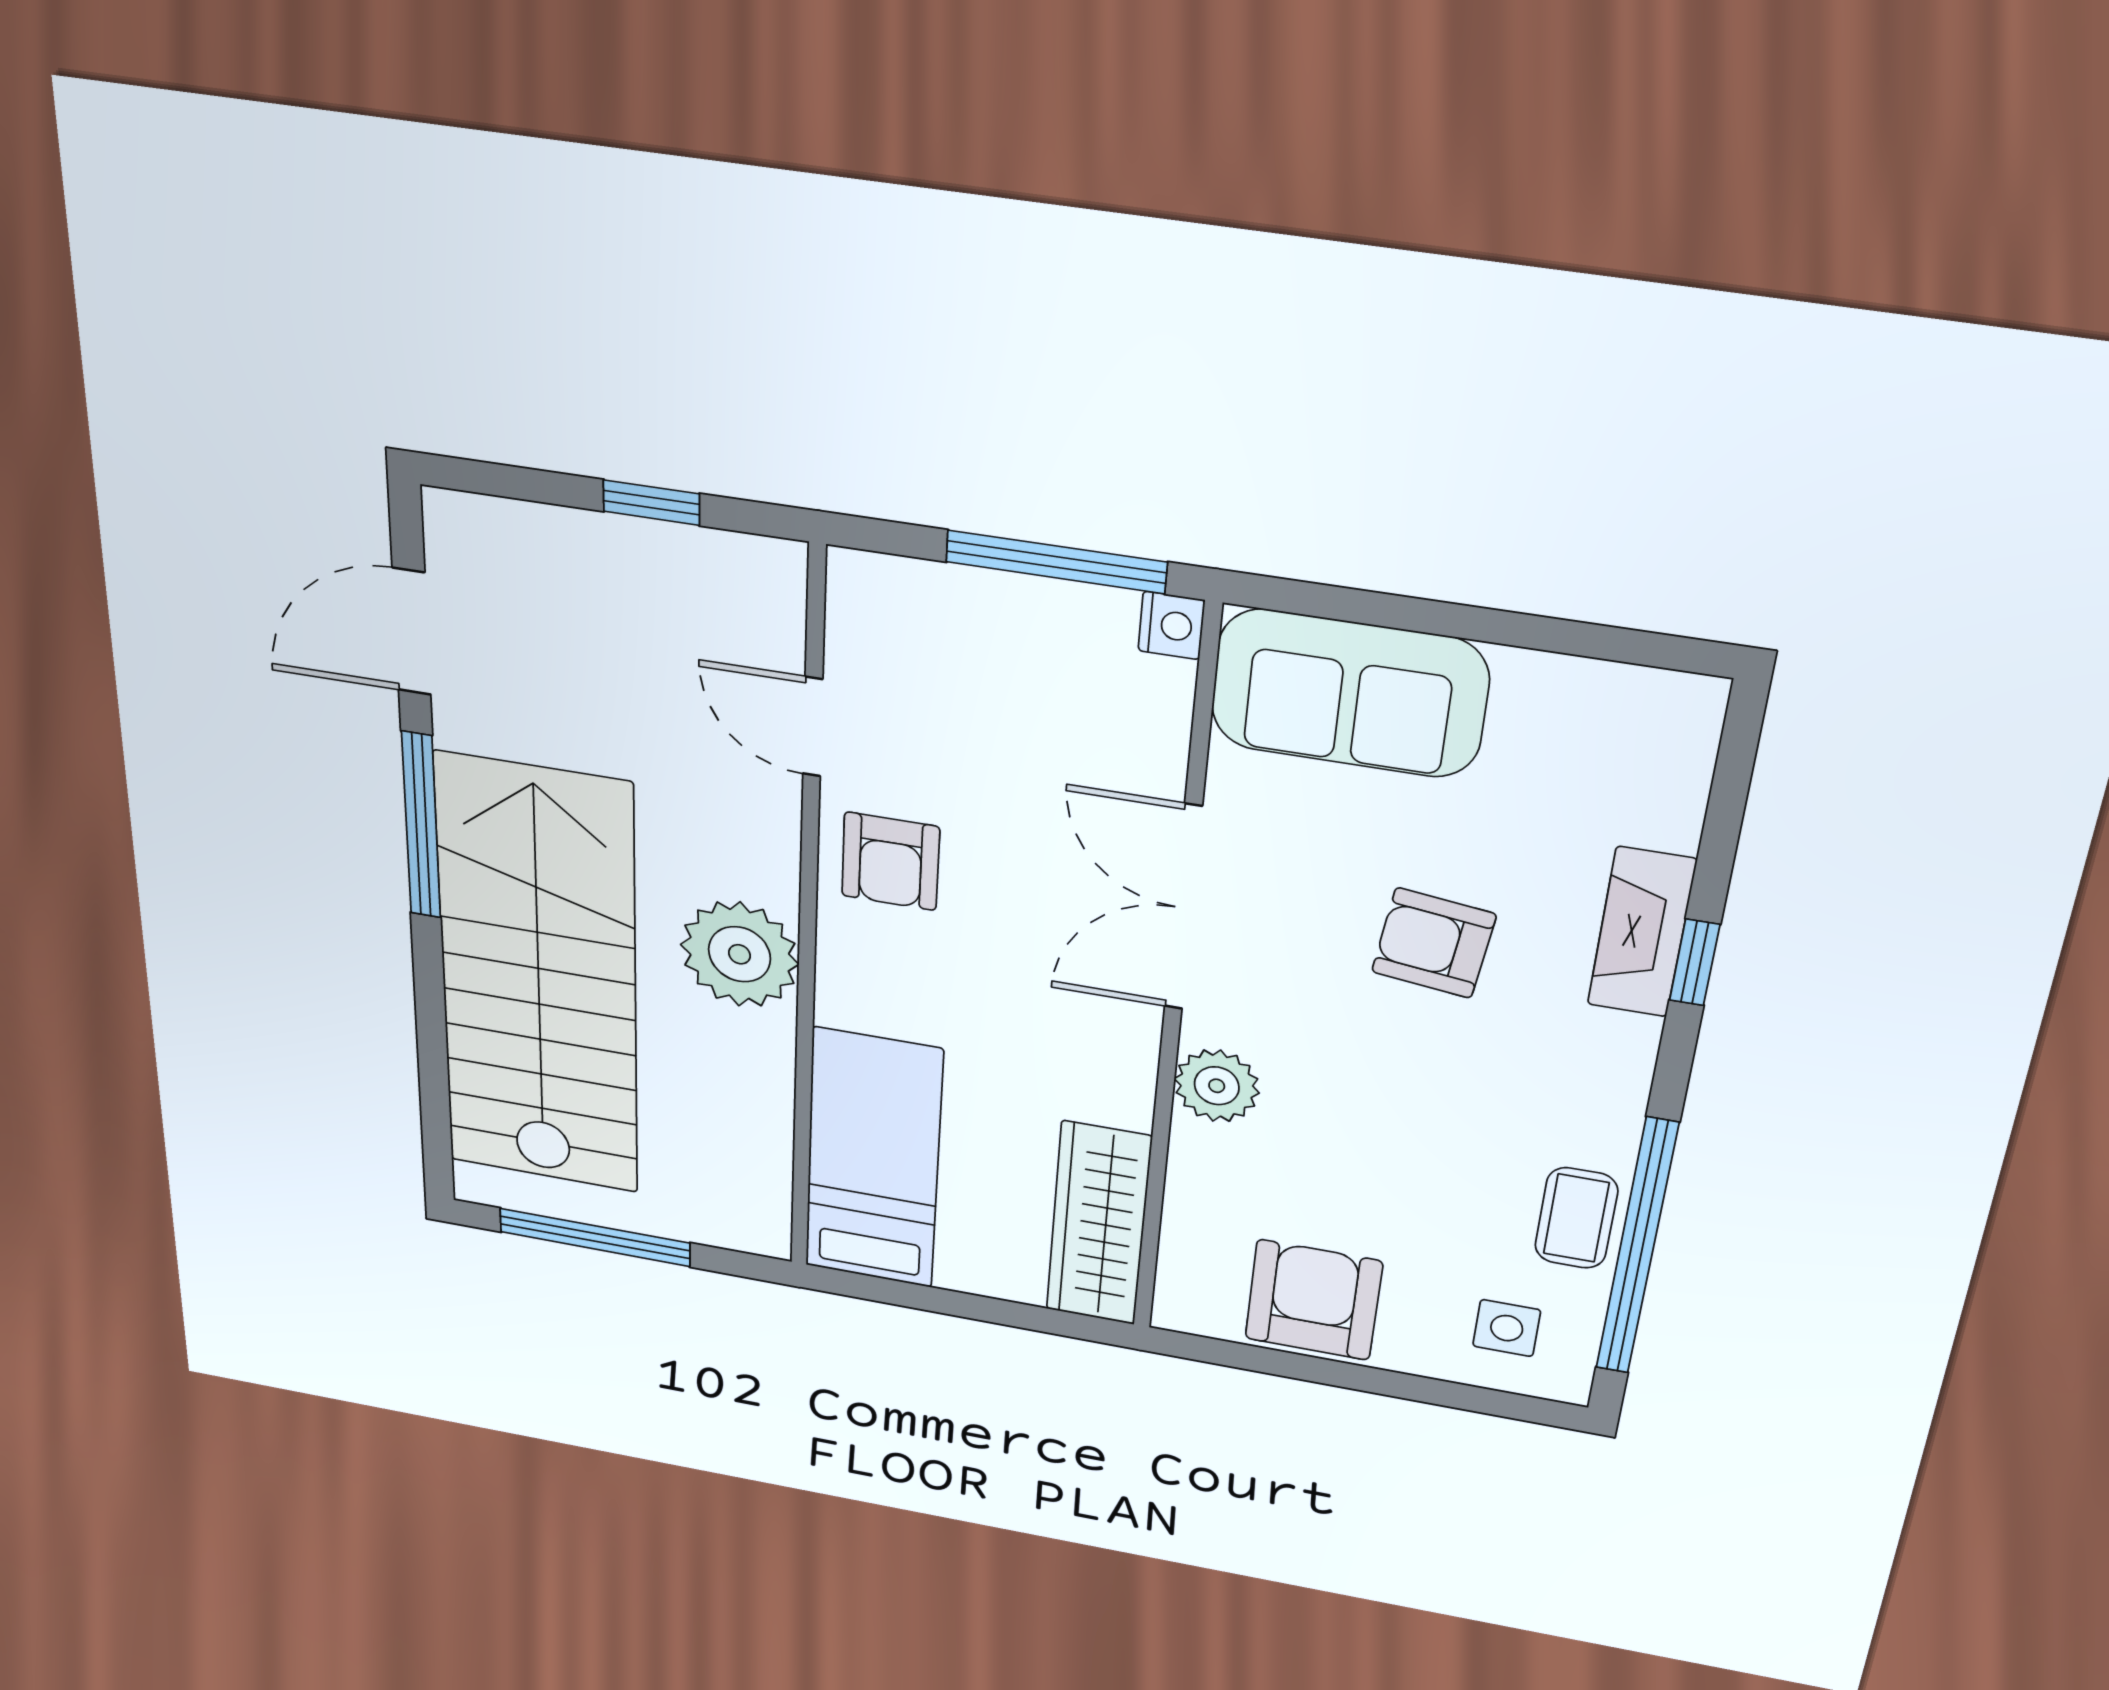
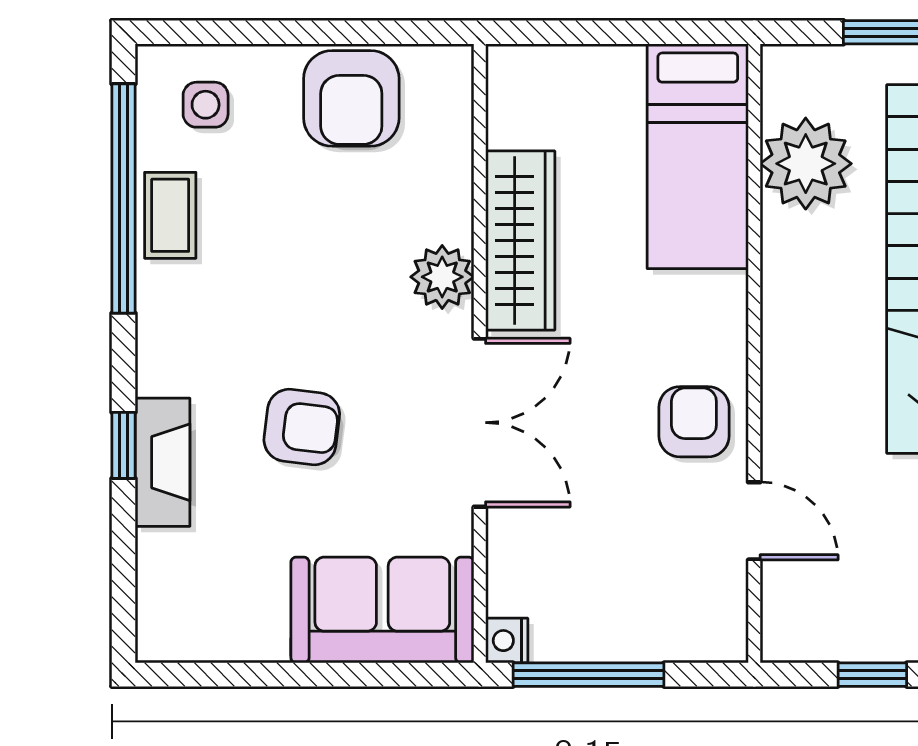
plant: (740, 954) -> (806, 164), moved
wardrobe: (1099, 1224) -> (520, 240), moved

